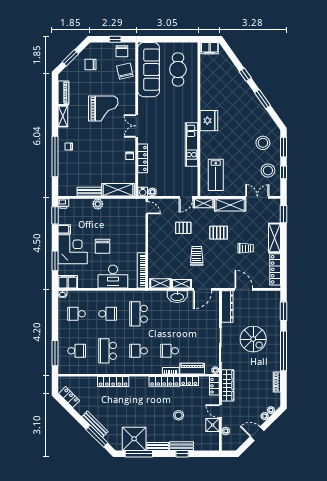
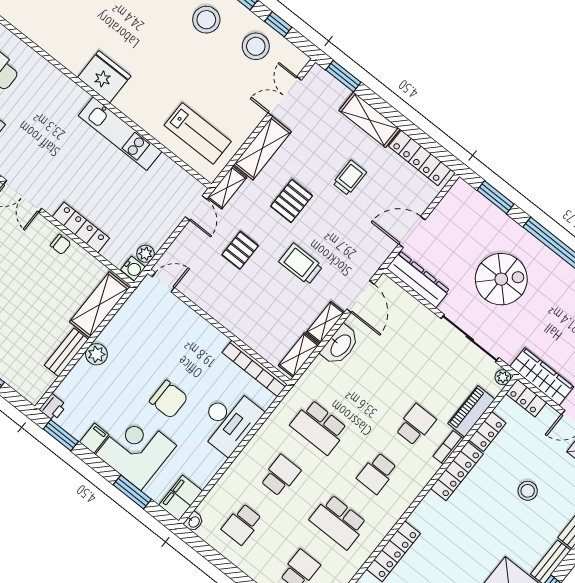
school desk: (170, 351) -> (416, 425), turned 180

